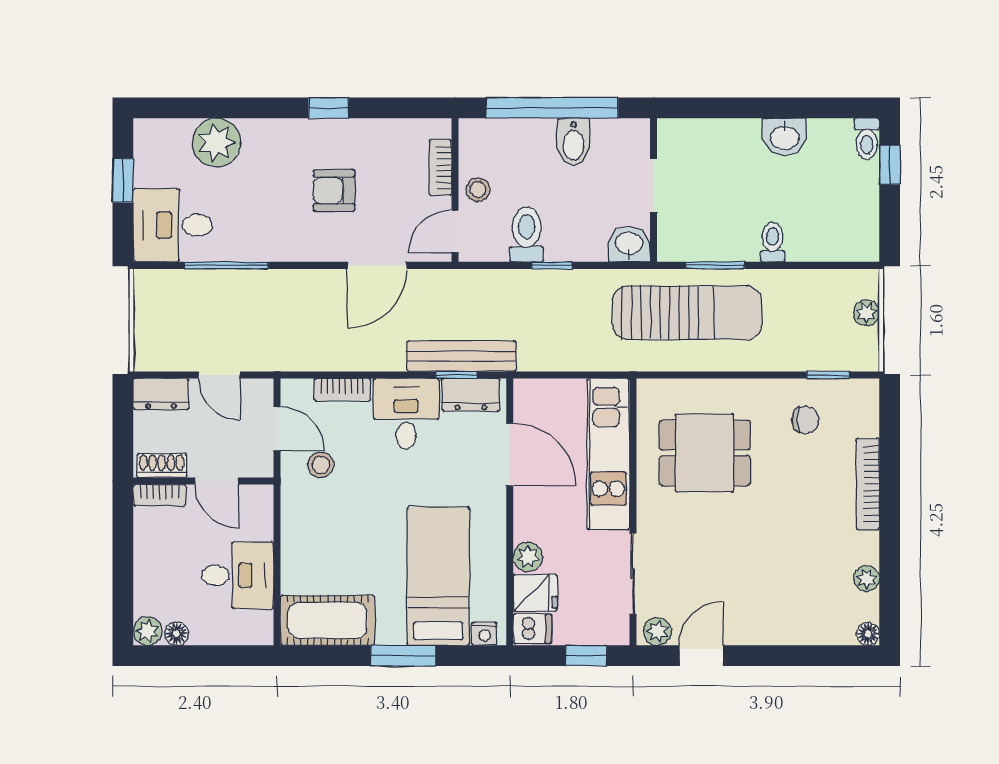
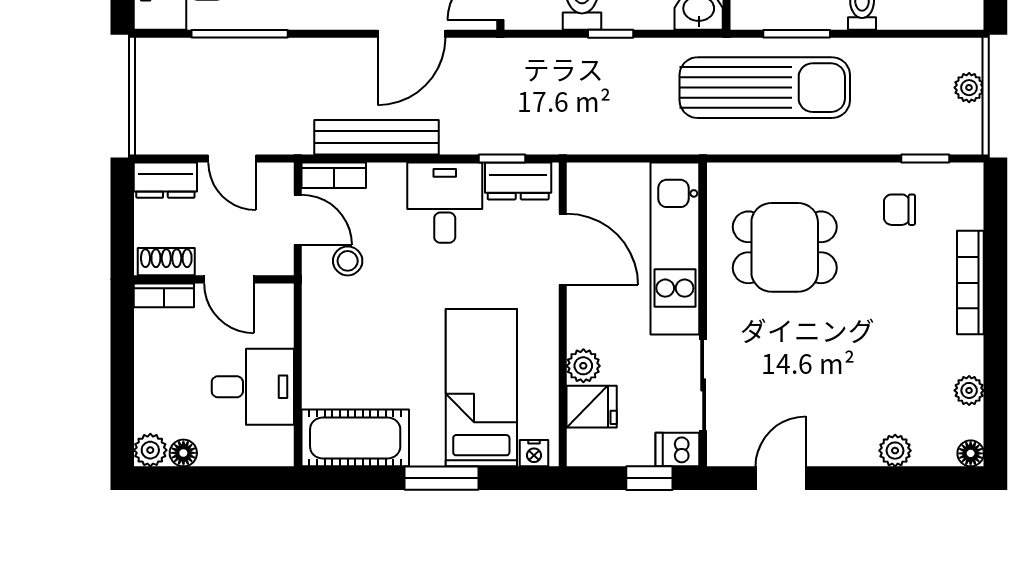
bench: (461, 356) -> (377, 137), moved
bookcase: (342, 390) -> (334, 175), moved
chair: (805, 420) -> (900, 210), turned 180
dishwasher: (532, 629) -> (677, 450), moved, turned 180
plant: (657, 631) -> (895, 451), moved

